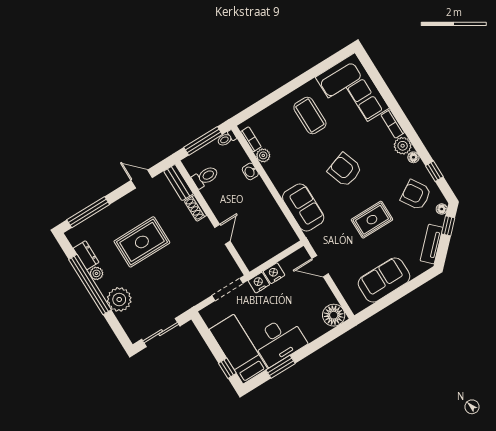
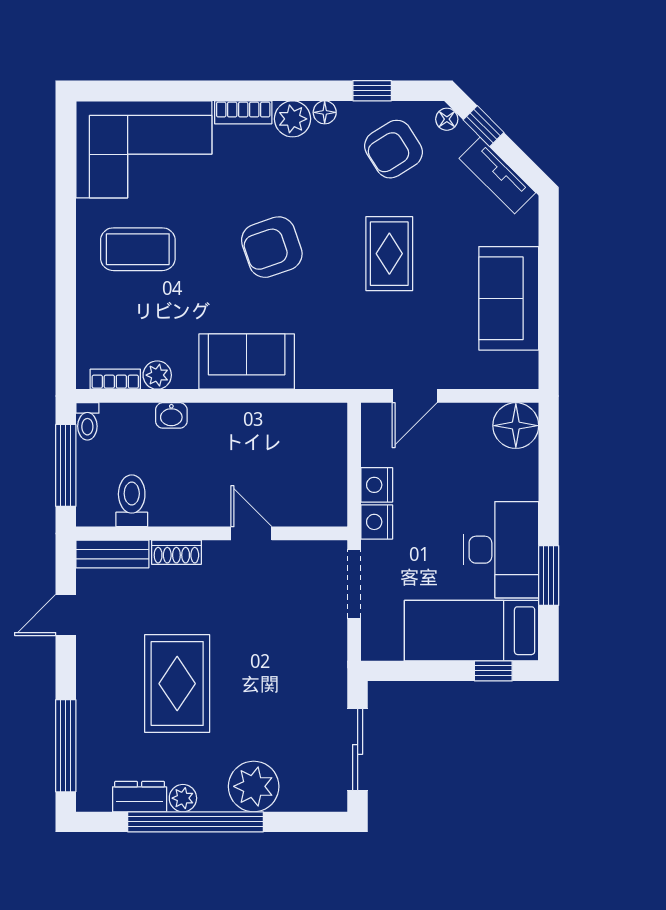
sofa: (303, 207) -> (247, 362), moved

